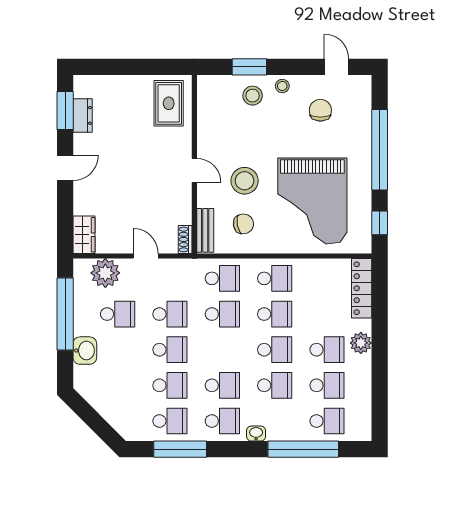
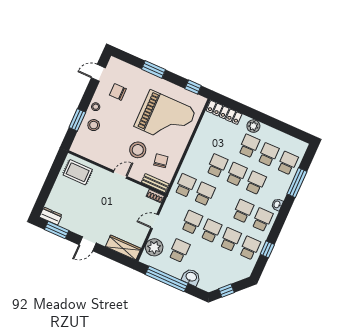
dresser: (83, 115) -> (51, 216), moved
window: (380, 150) -> (154, 69), width x0.47
door: (65, 168) -> (88, 244), swing flipped
wardrobe: (84, 235) -> (123, 247), width x1.50
school desk: (275, 278) -> (198, 157), removed
window: (88, 414) -> (226, 291), added
window: (180, 449) -> (267, 249), width x0.46
window: (303, 449) -> (297, 183), width x0.68

